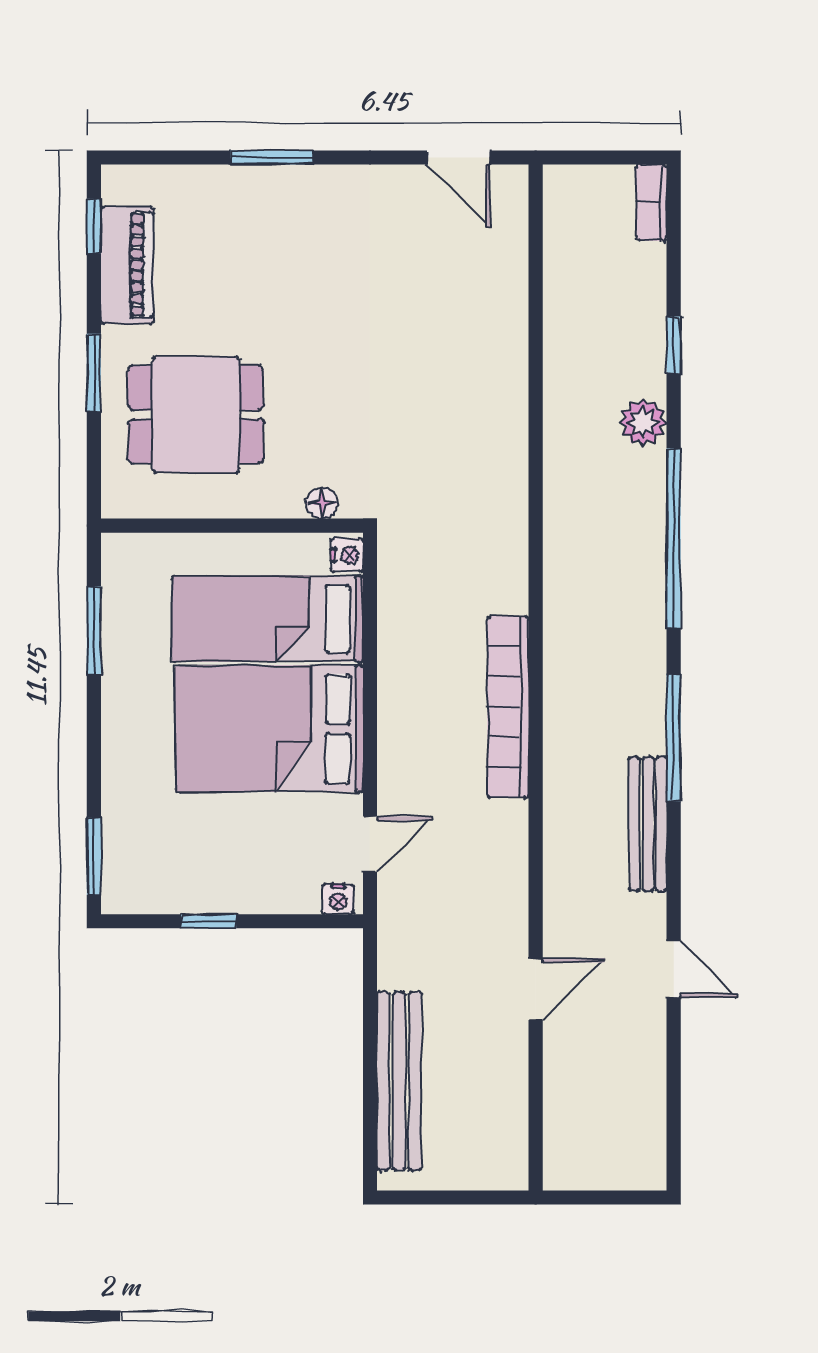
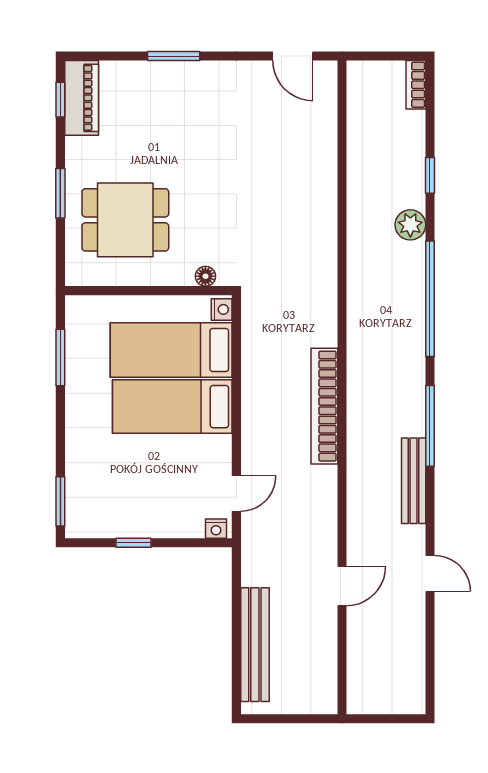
piano: (127, 265) -> (82, 98), moved
bed: (269, 729) -> (172, 407), width x0.67

